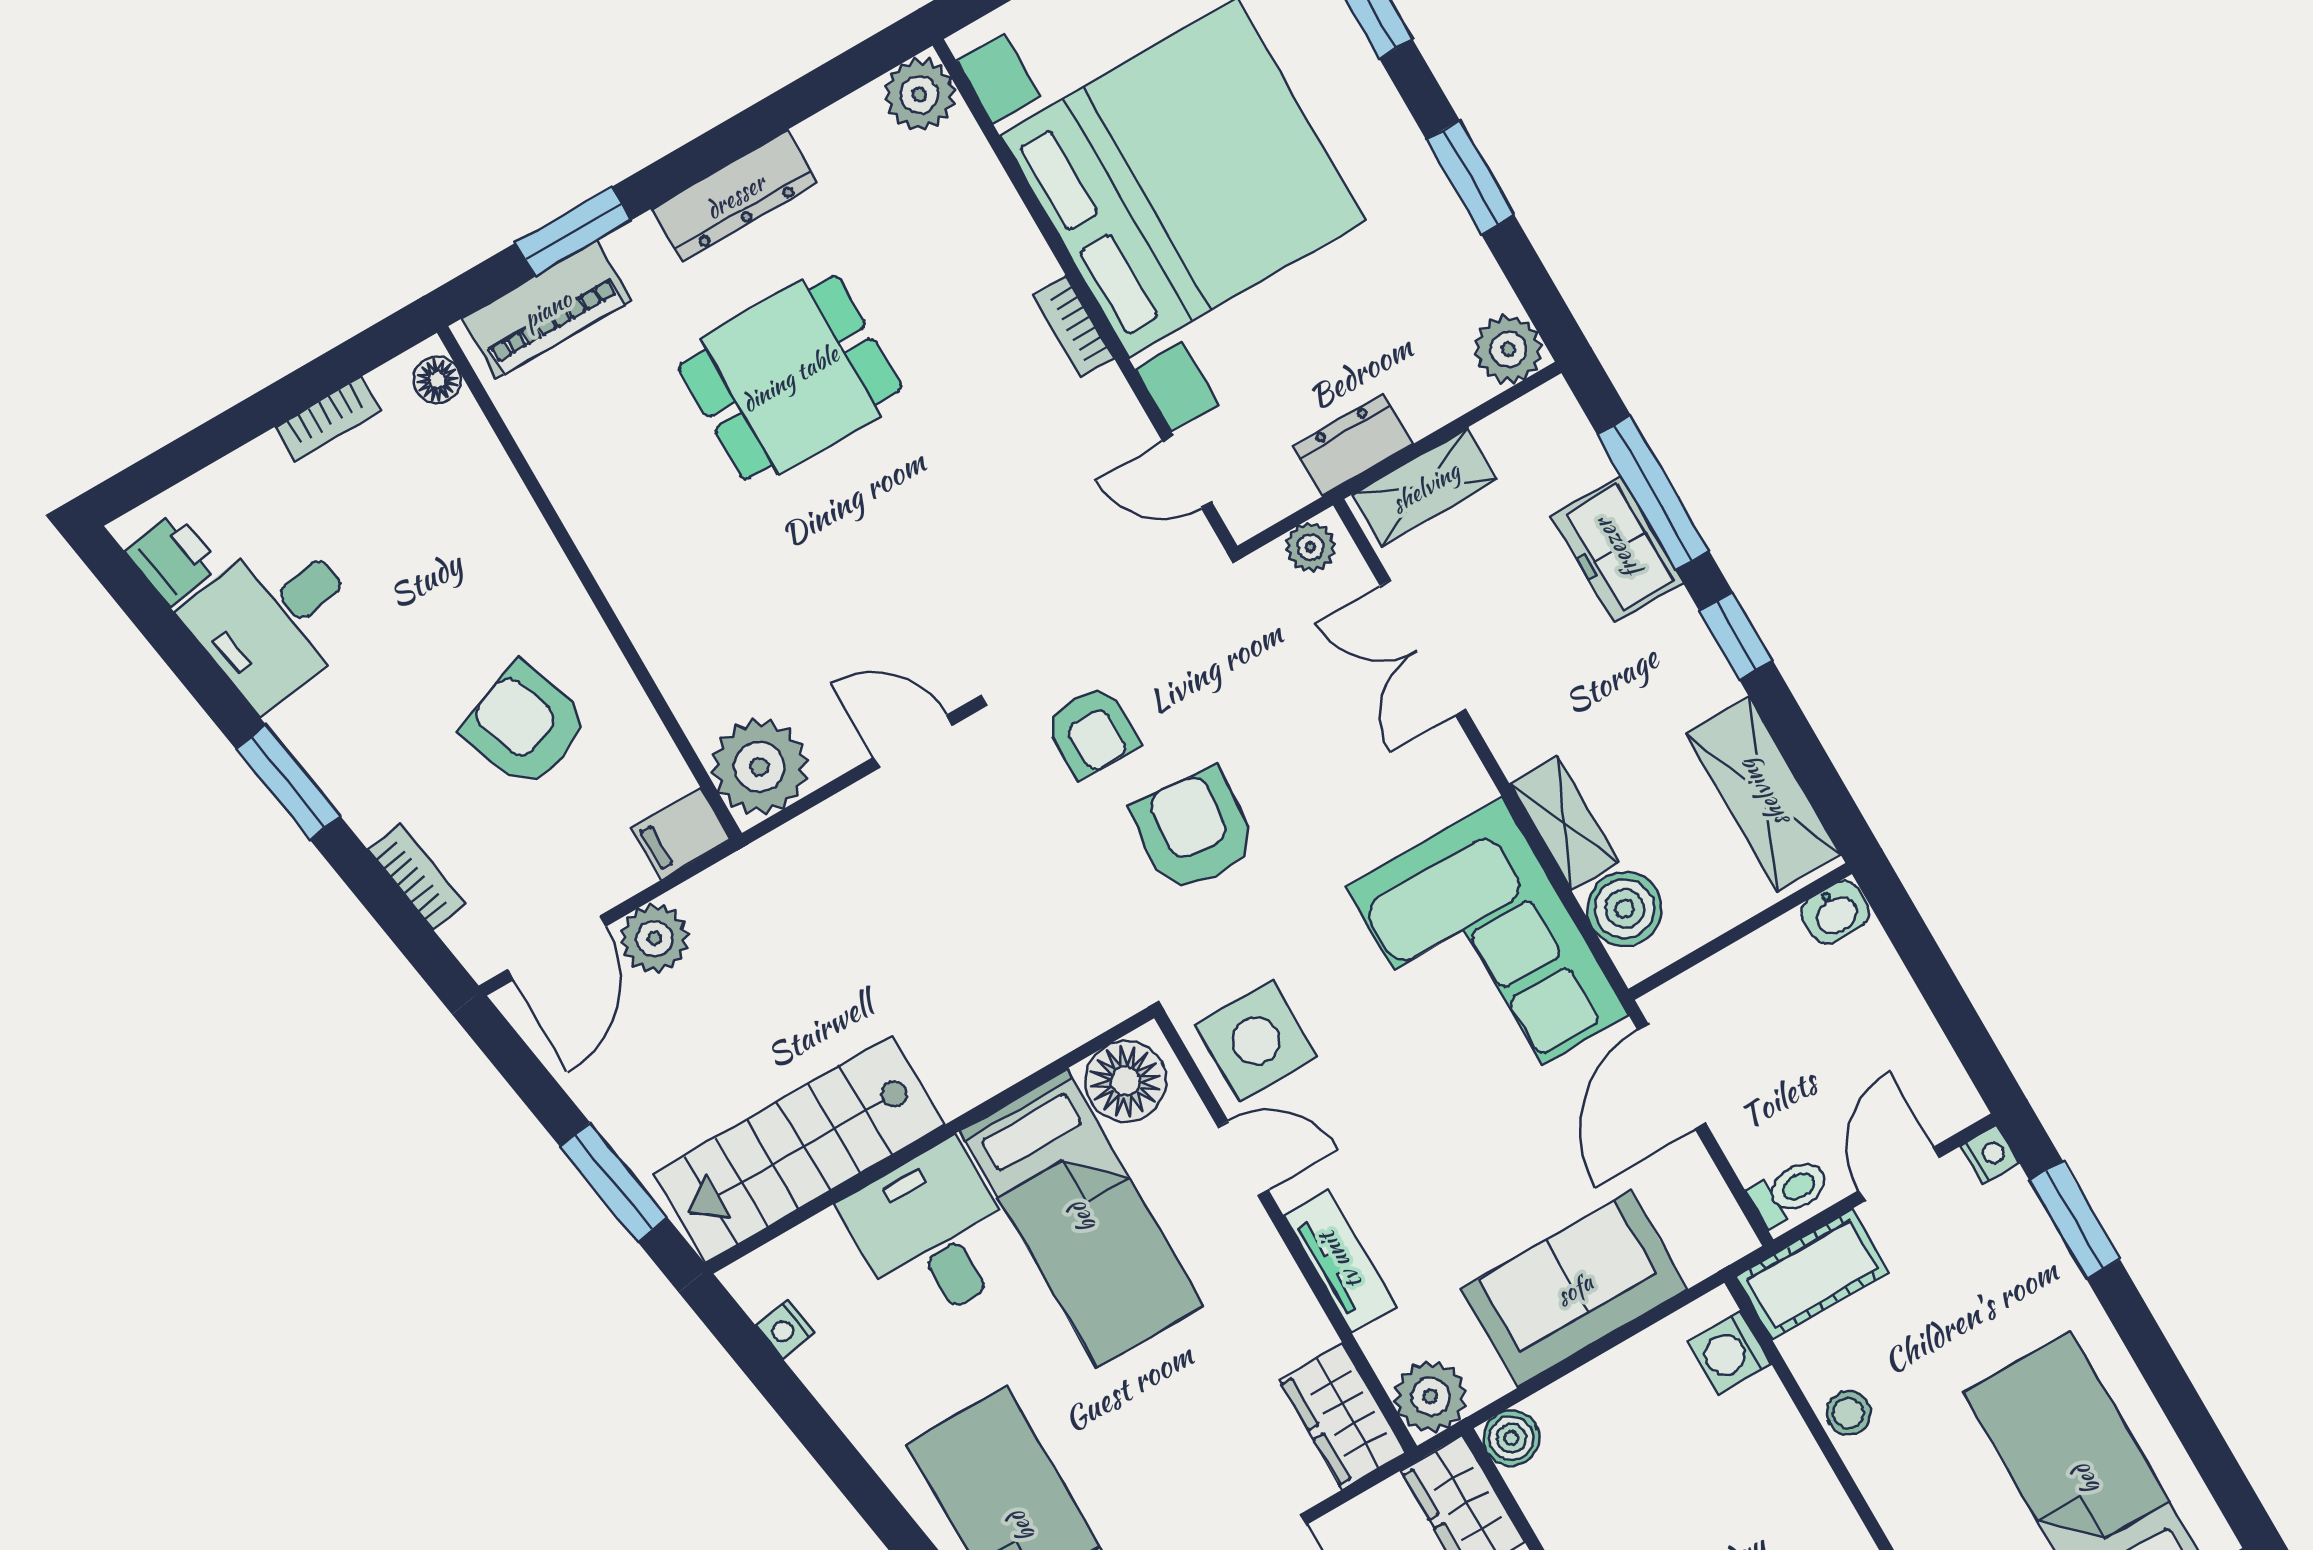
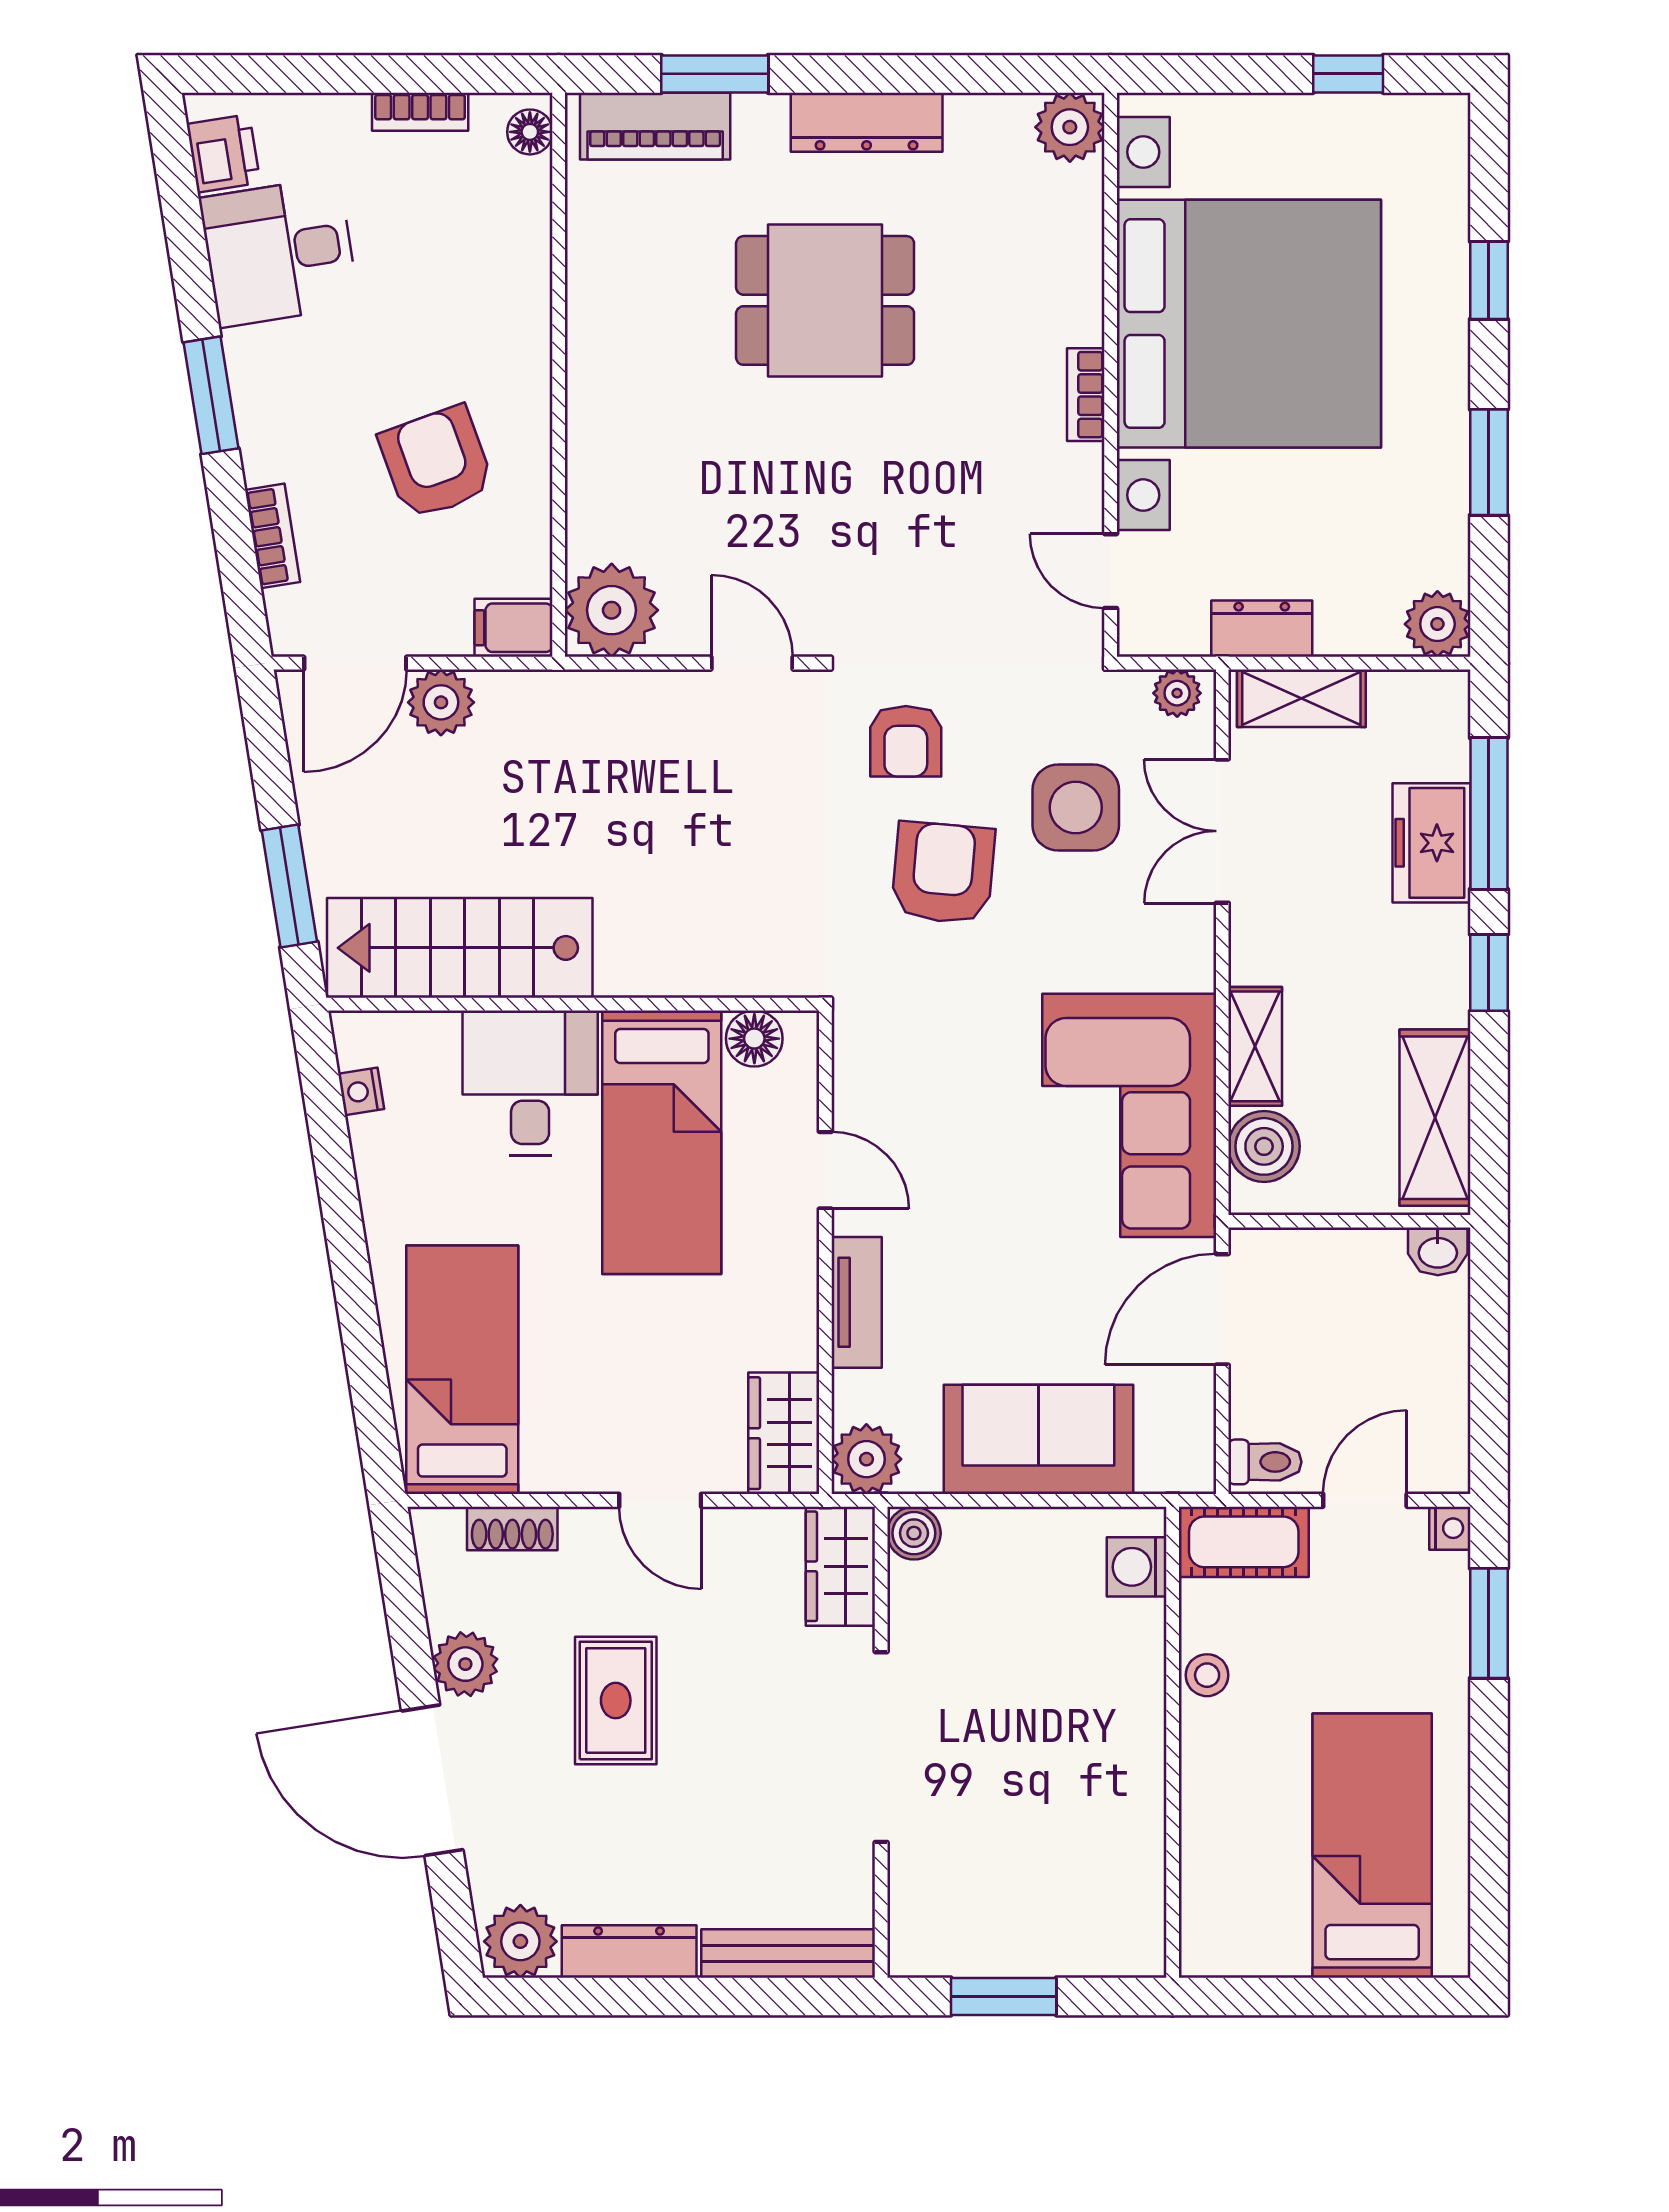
side table: (1256, 1041) -> (1076, 808), moved
floor lamp: (1126, 1081) -> (754, 1039), width x0.73, depth x0.73

